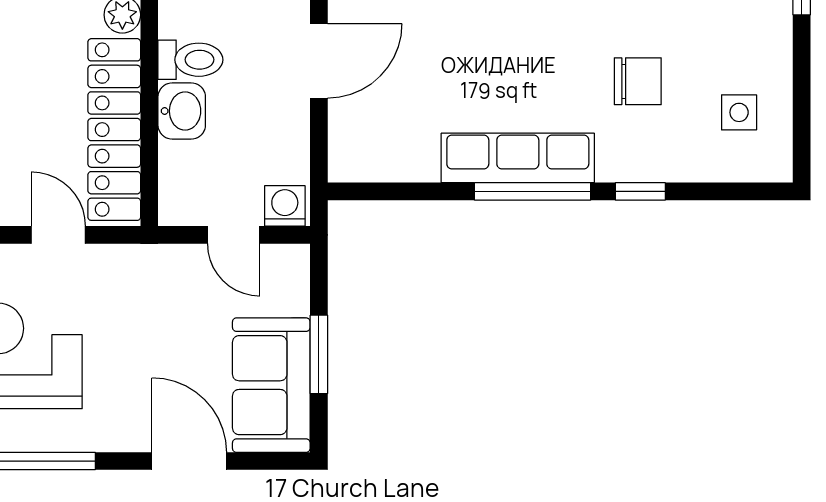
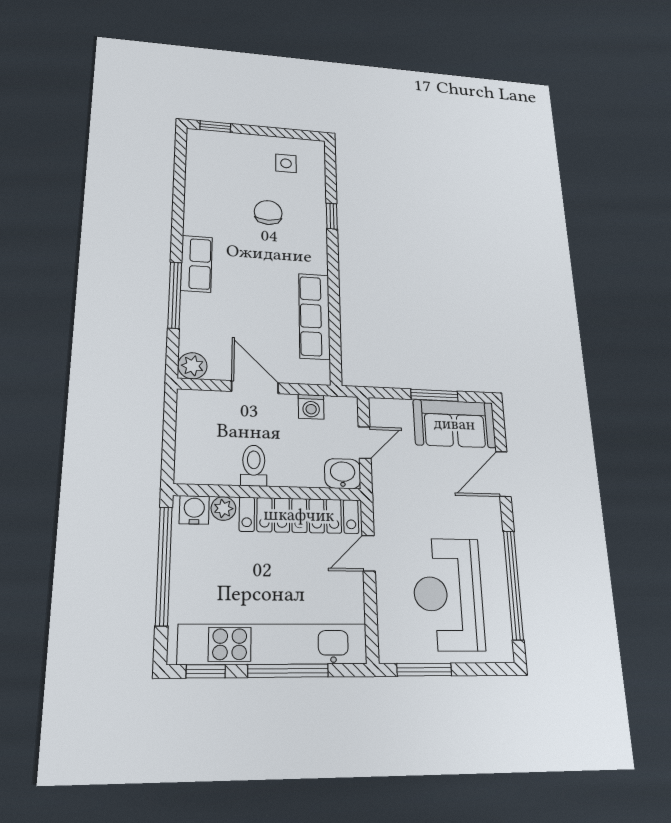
washbasin: (182, 111) -> (343, 474), moved
row of seats: (518, 158) -> (314, 316), moved
window: (533, 191) -> (333, 272), removed
washing machine: (285, 206) -> (311, 407), moved, turned -90

